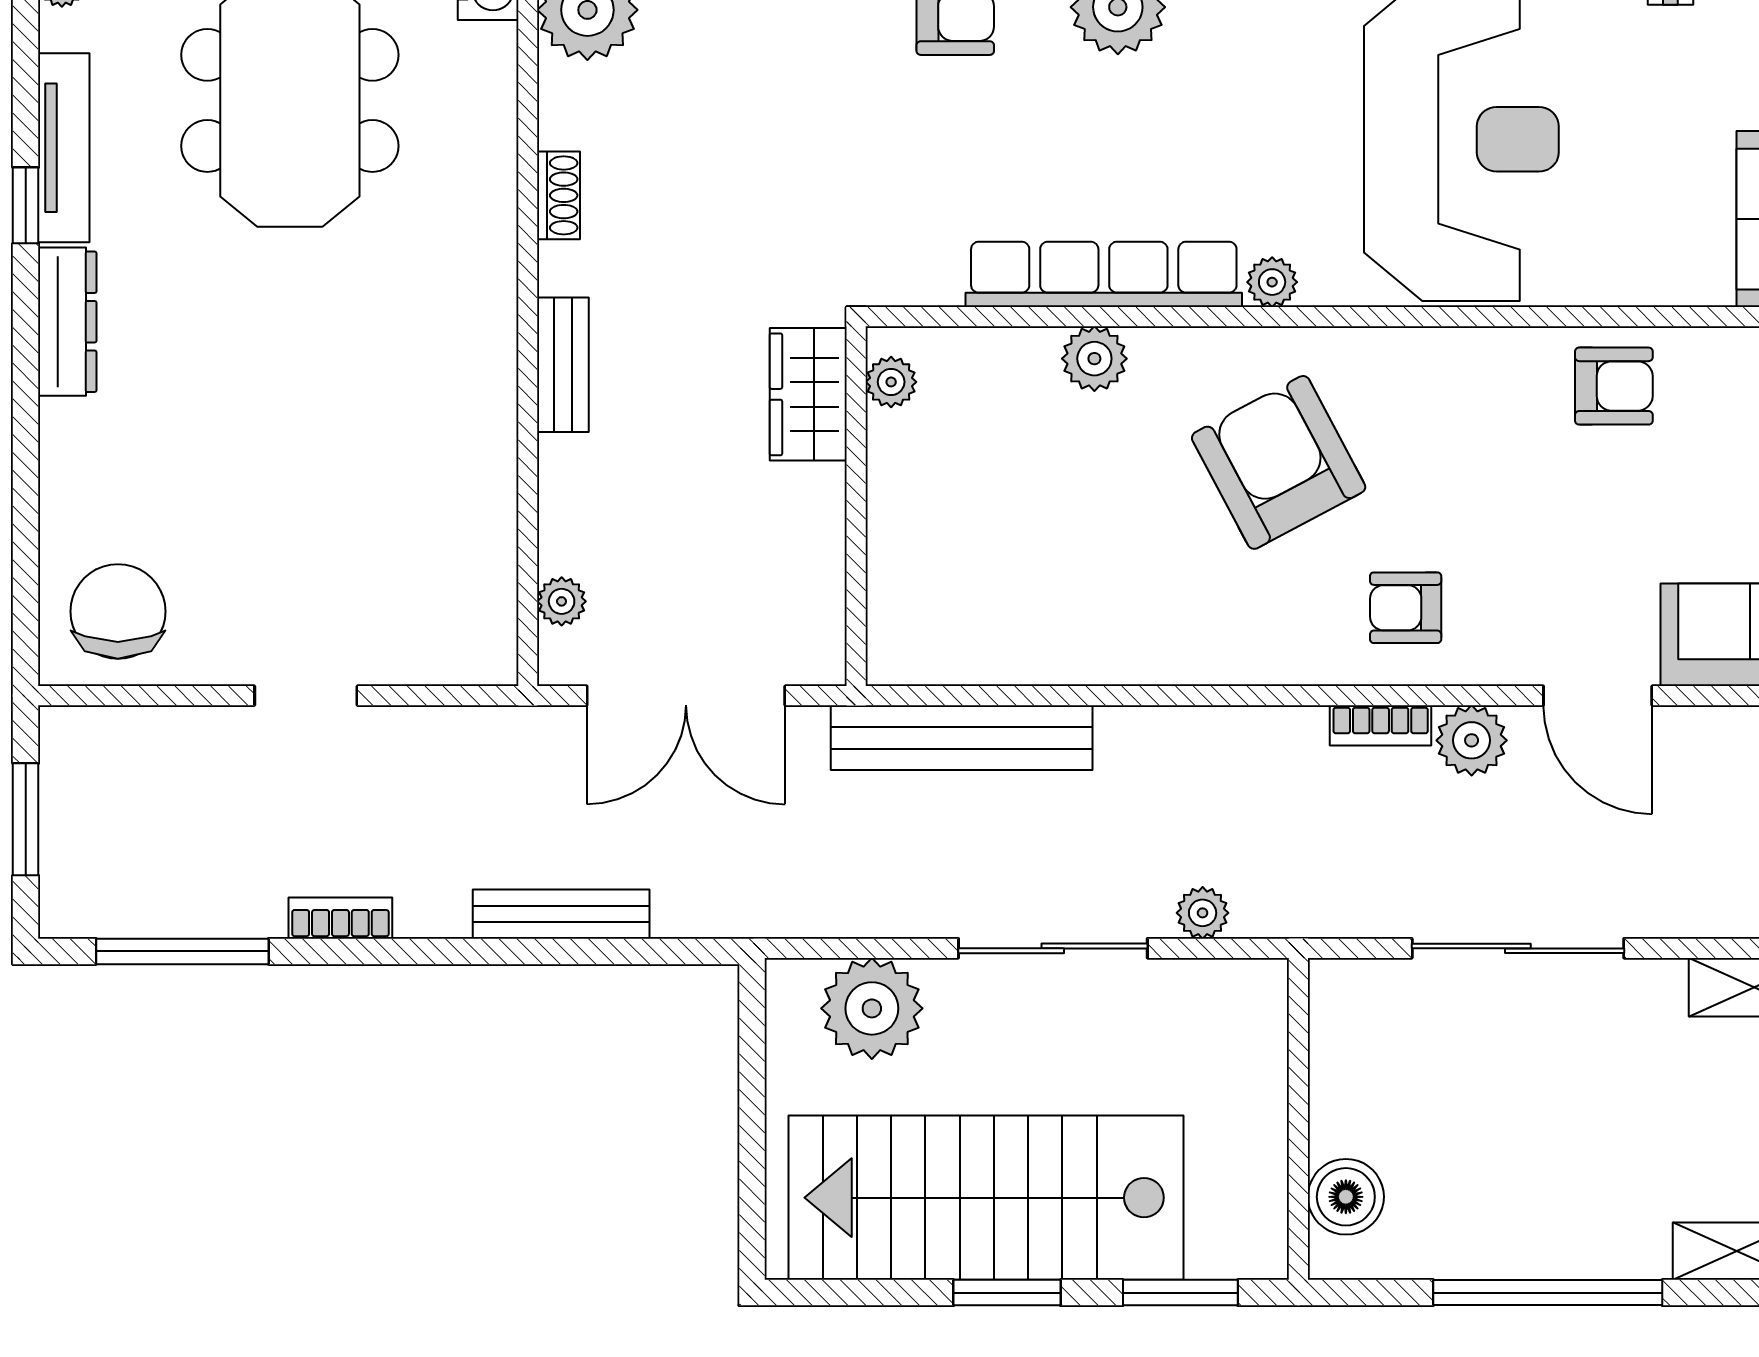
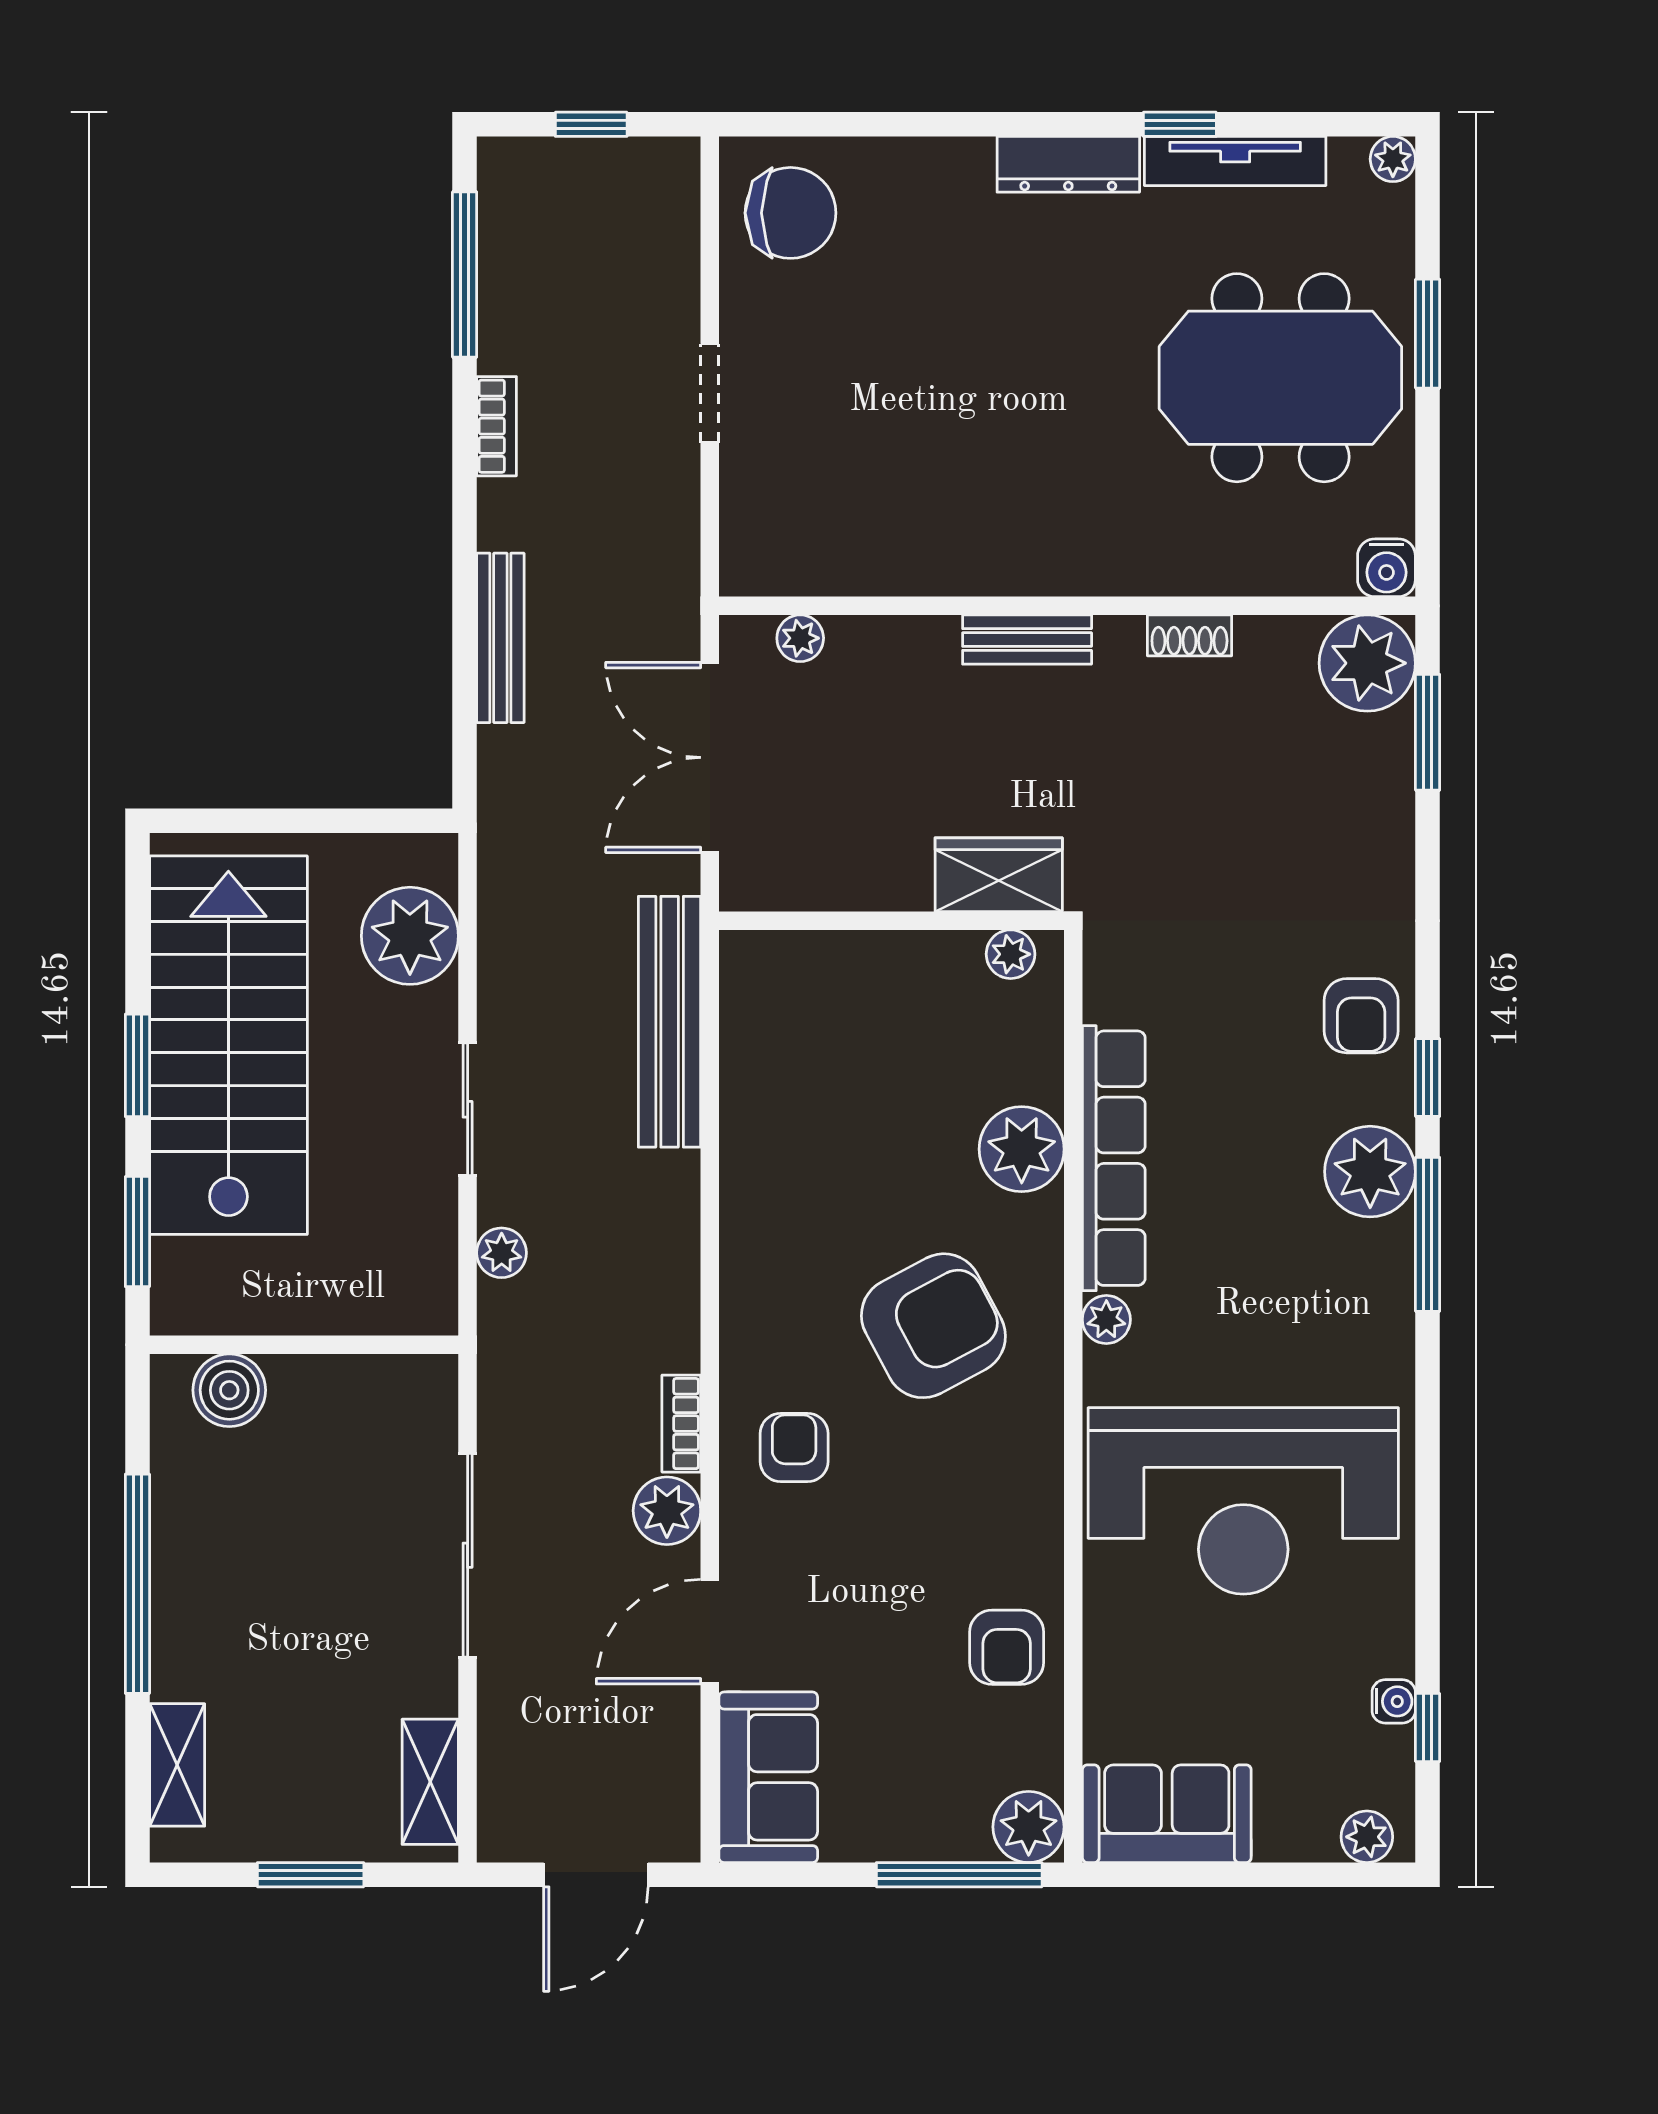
plant: (1094, 359) -> (1022, 1149), width x1.36, depth x1.36
window: (26, 819) -> (591, 124), width x0.67
sliding door: (1053, 948) -> (468, 1109), width x0.73

